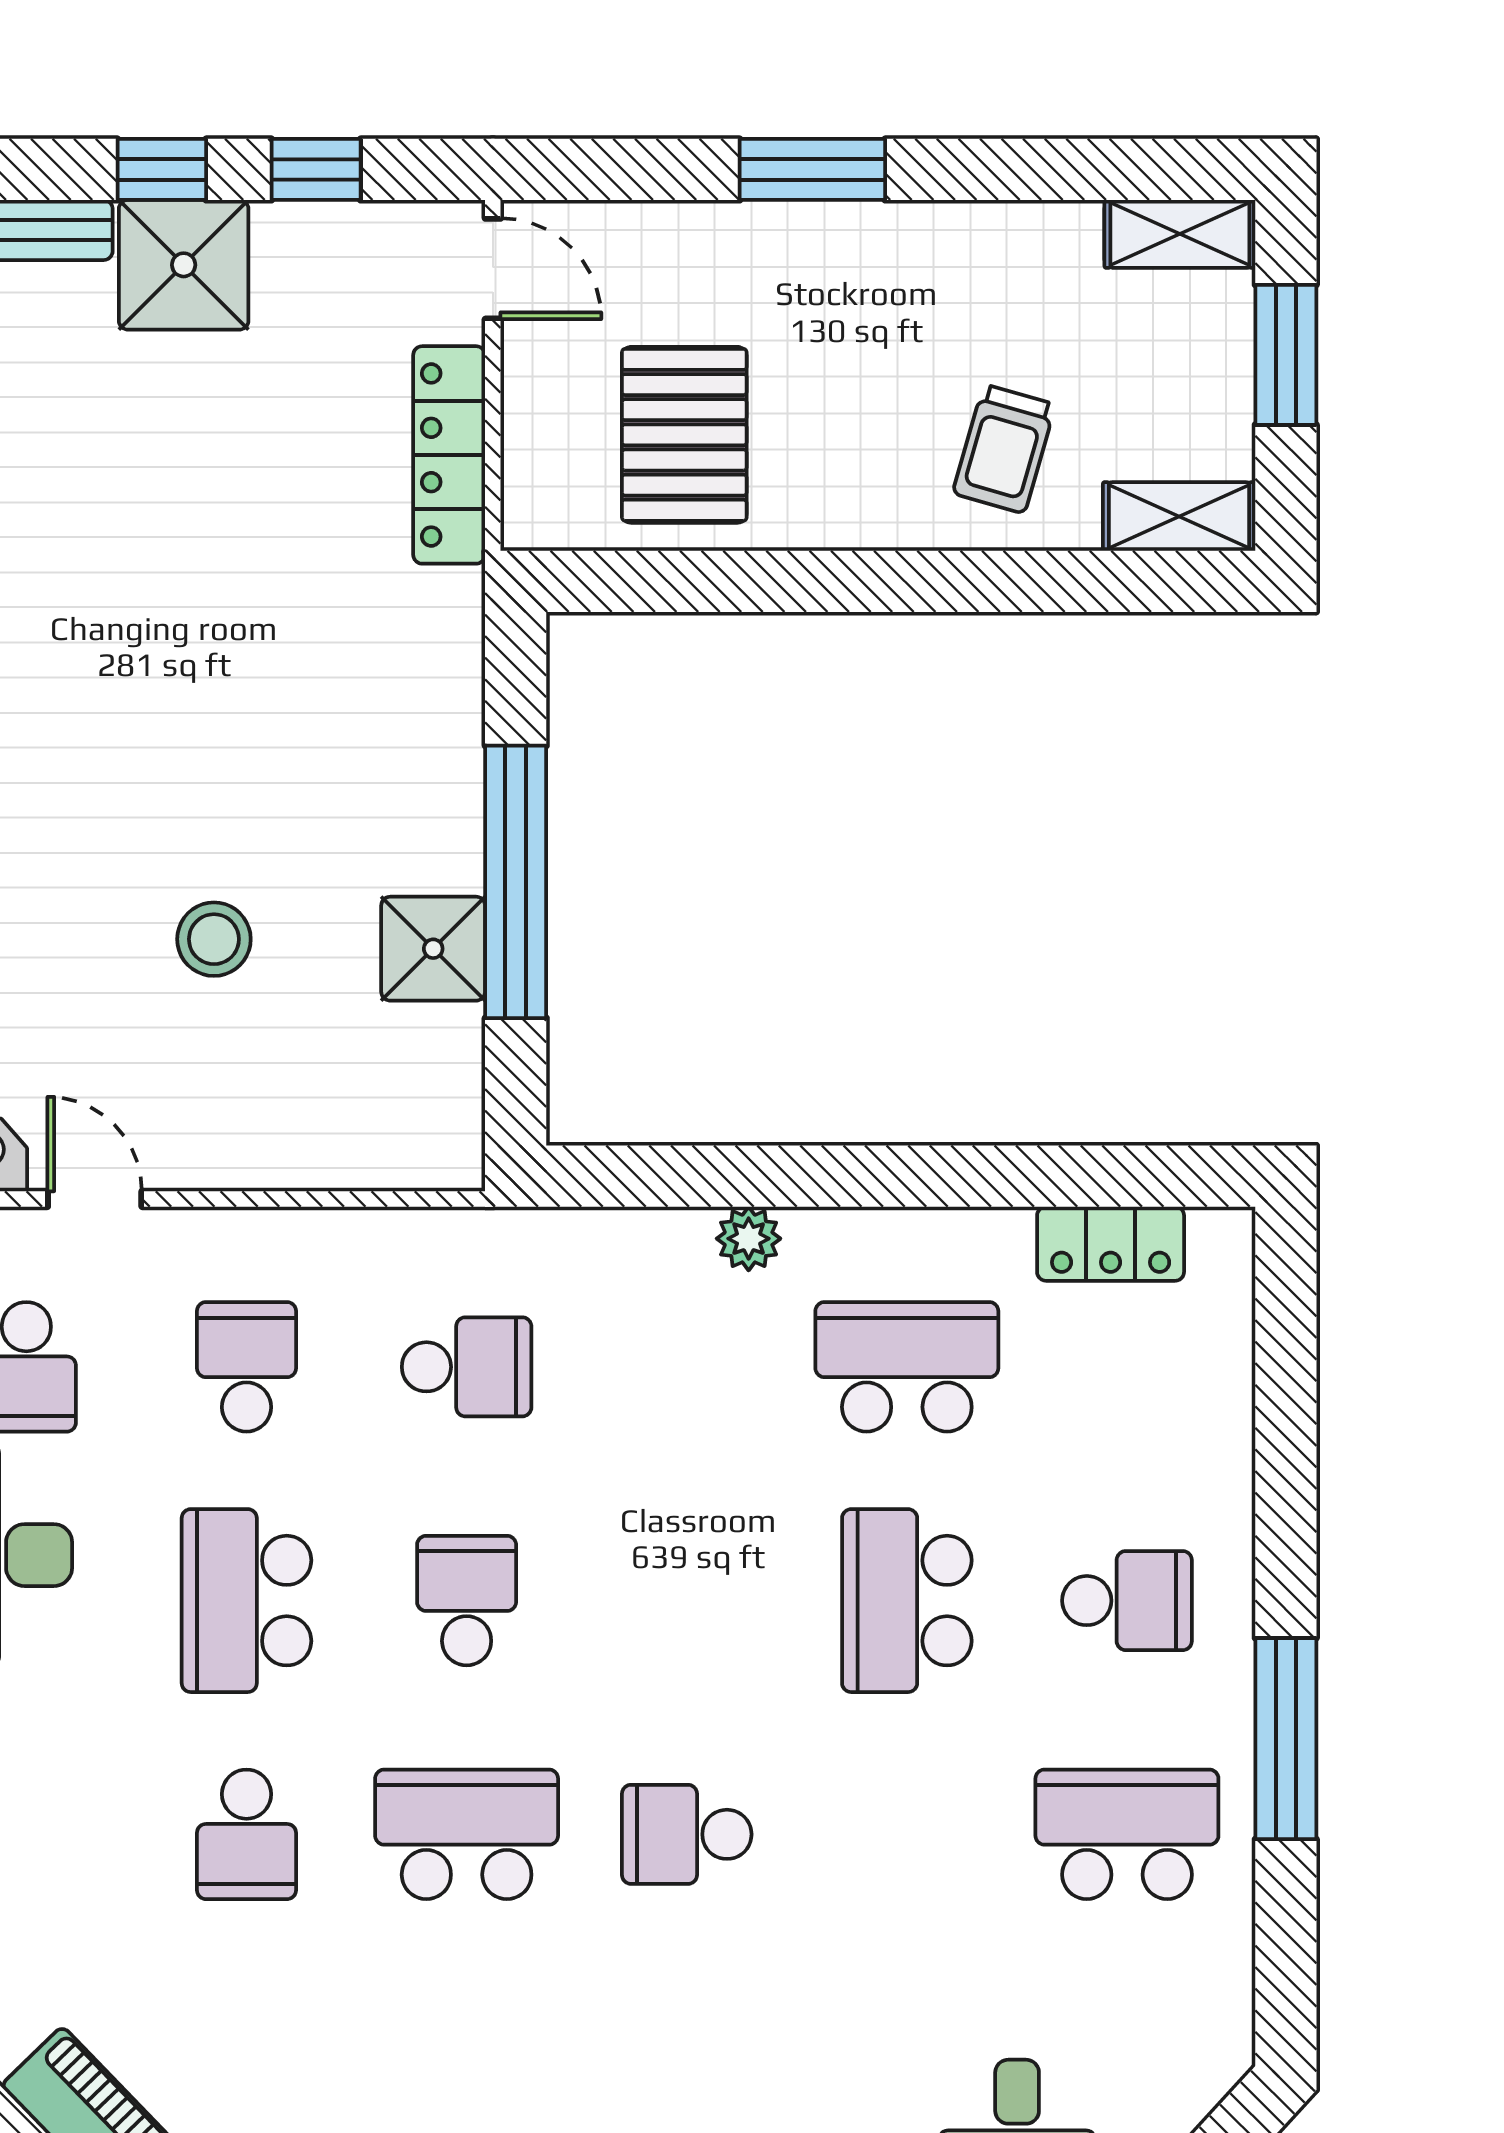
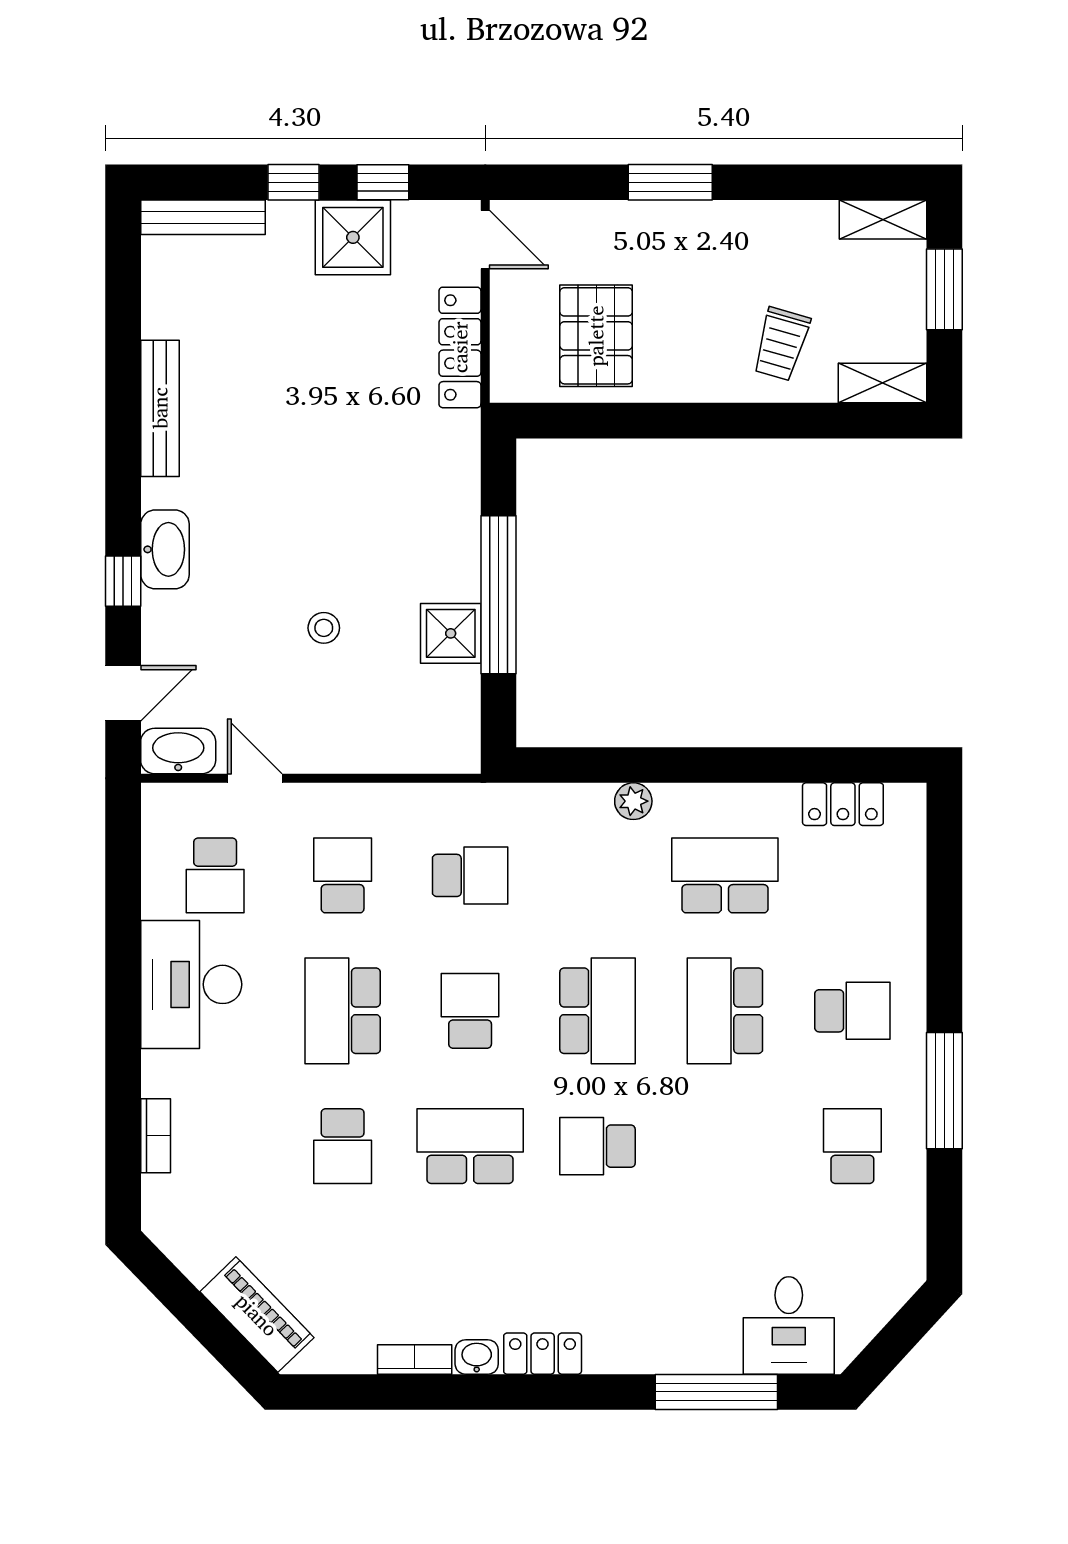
shower: (184, 265) -> (353, 237), moved
stool: (214, 939) -> (324, 628), width x0.73, depth x0.73
school desk: (687, 1601) -> (597, 1011), added
school desk: (1127, 1834) -> (852, 1146), width x0.54

